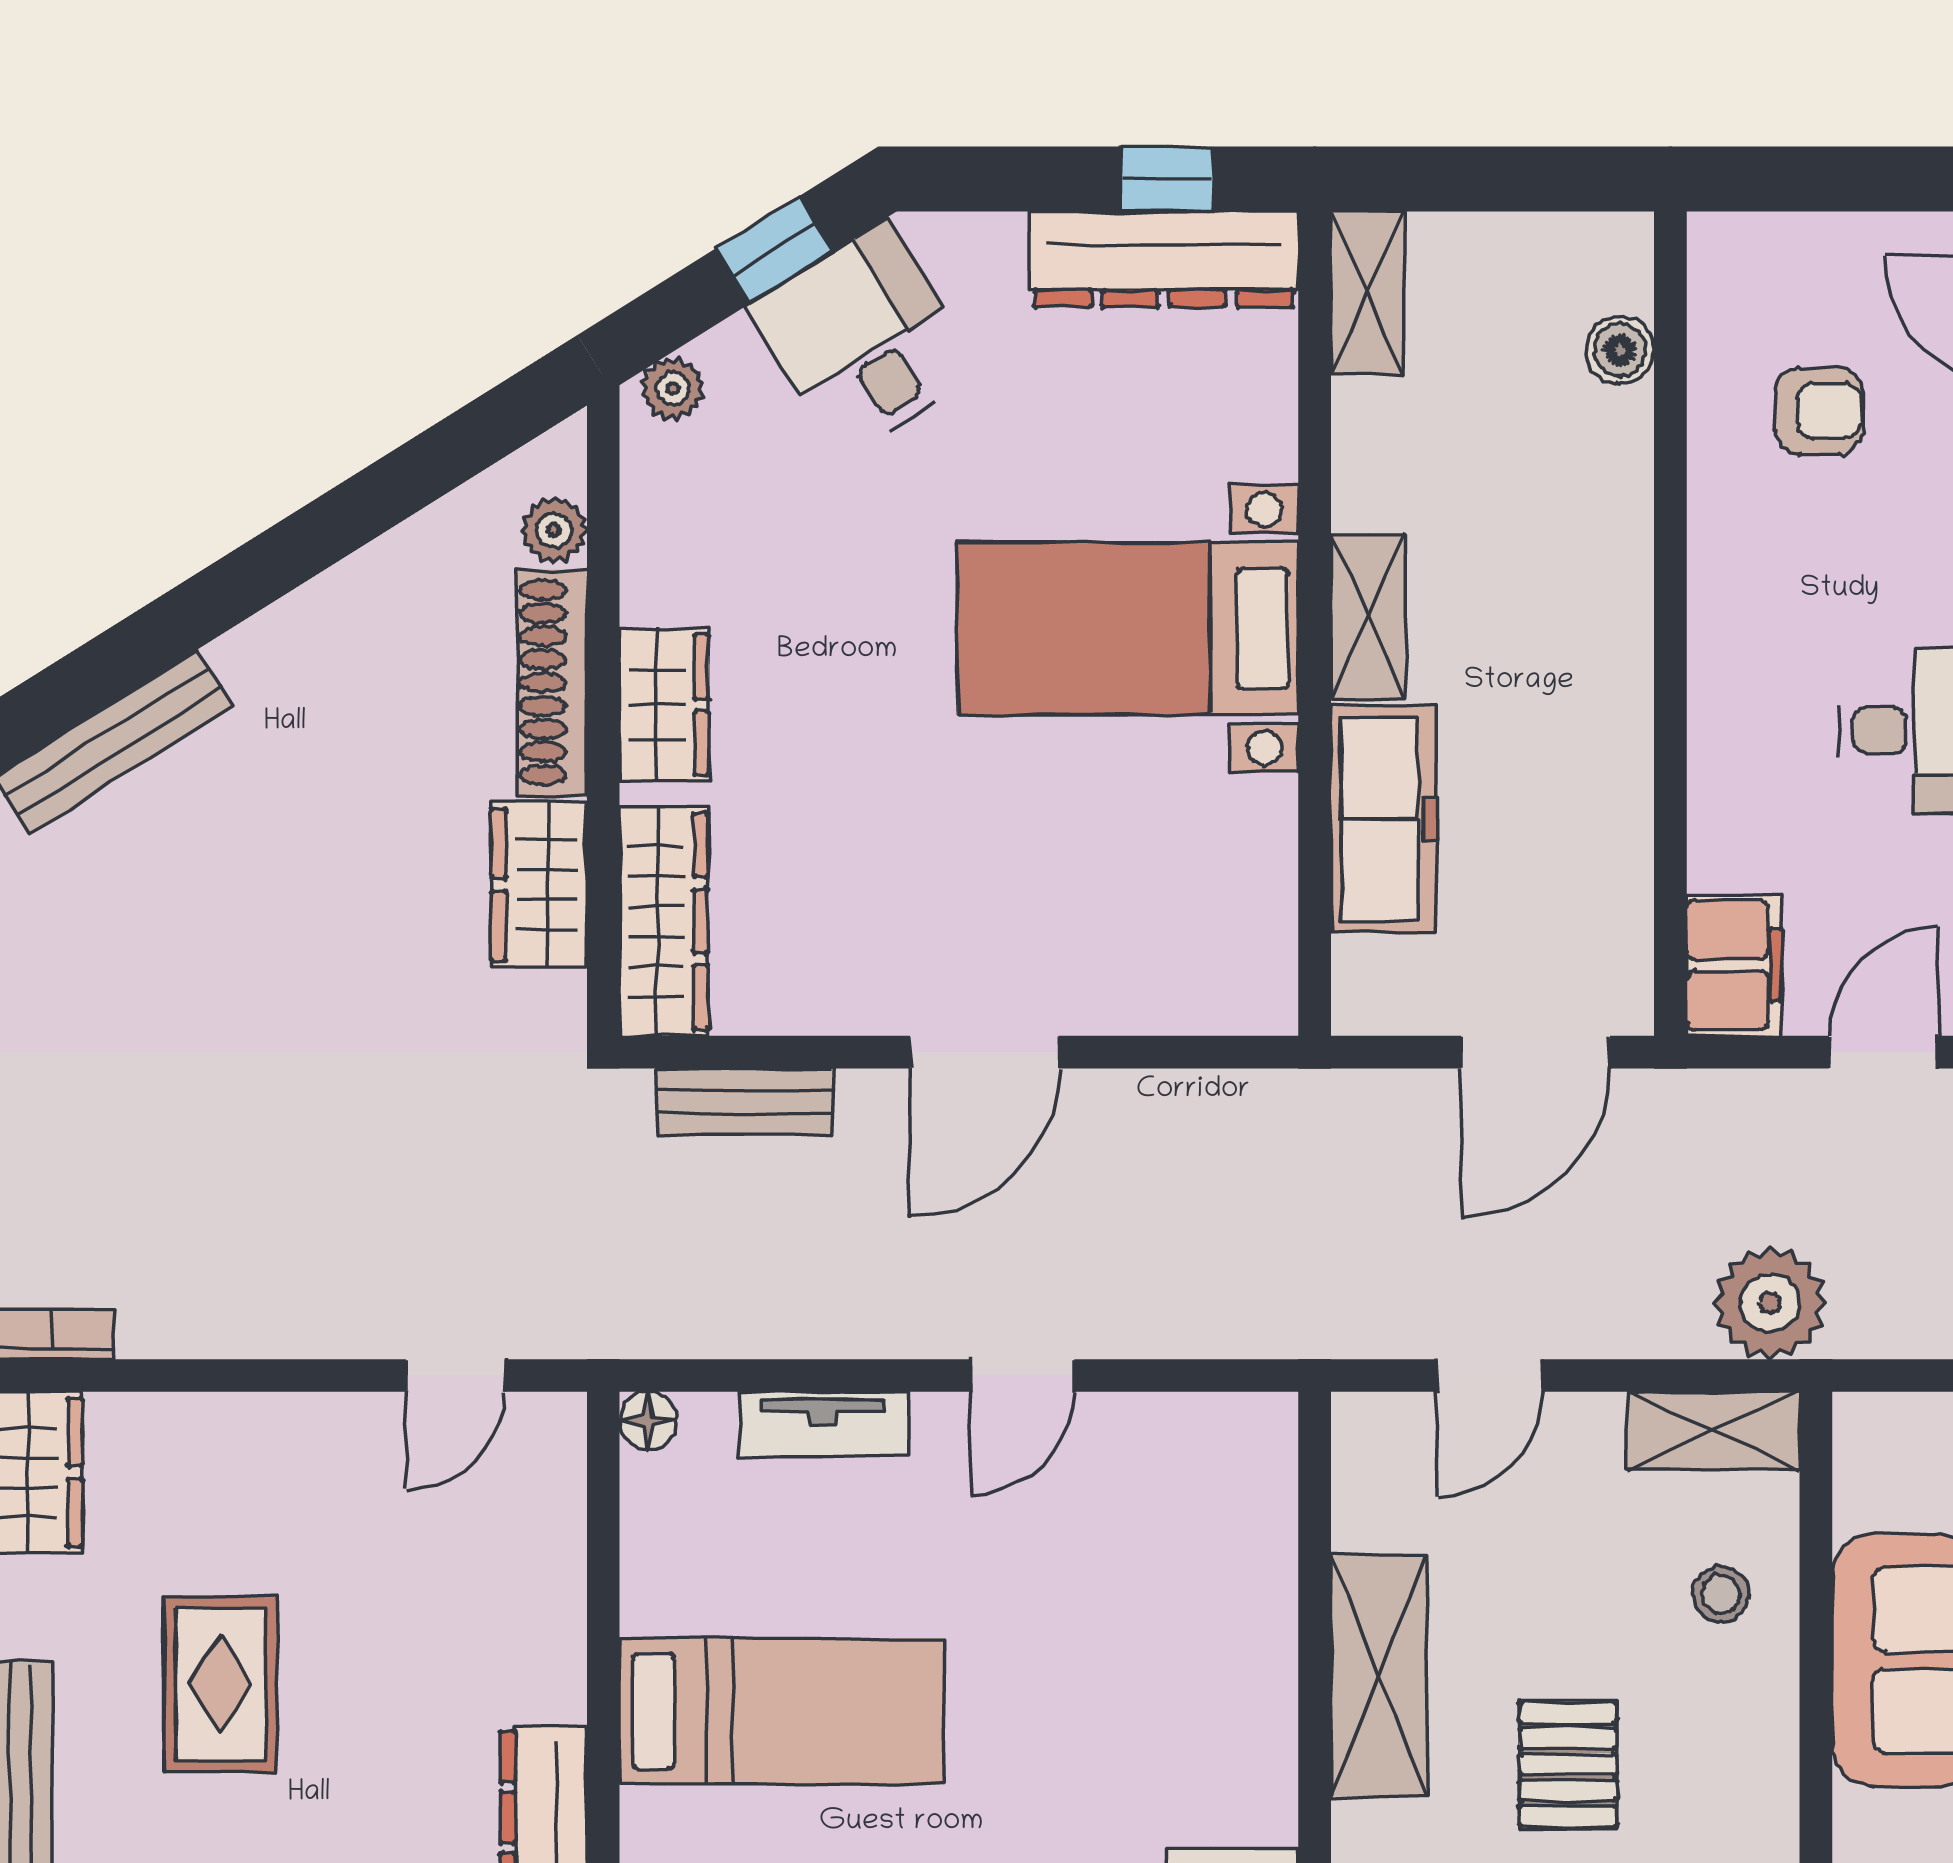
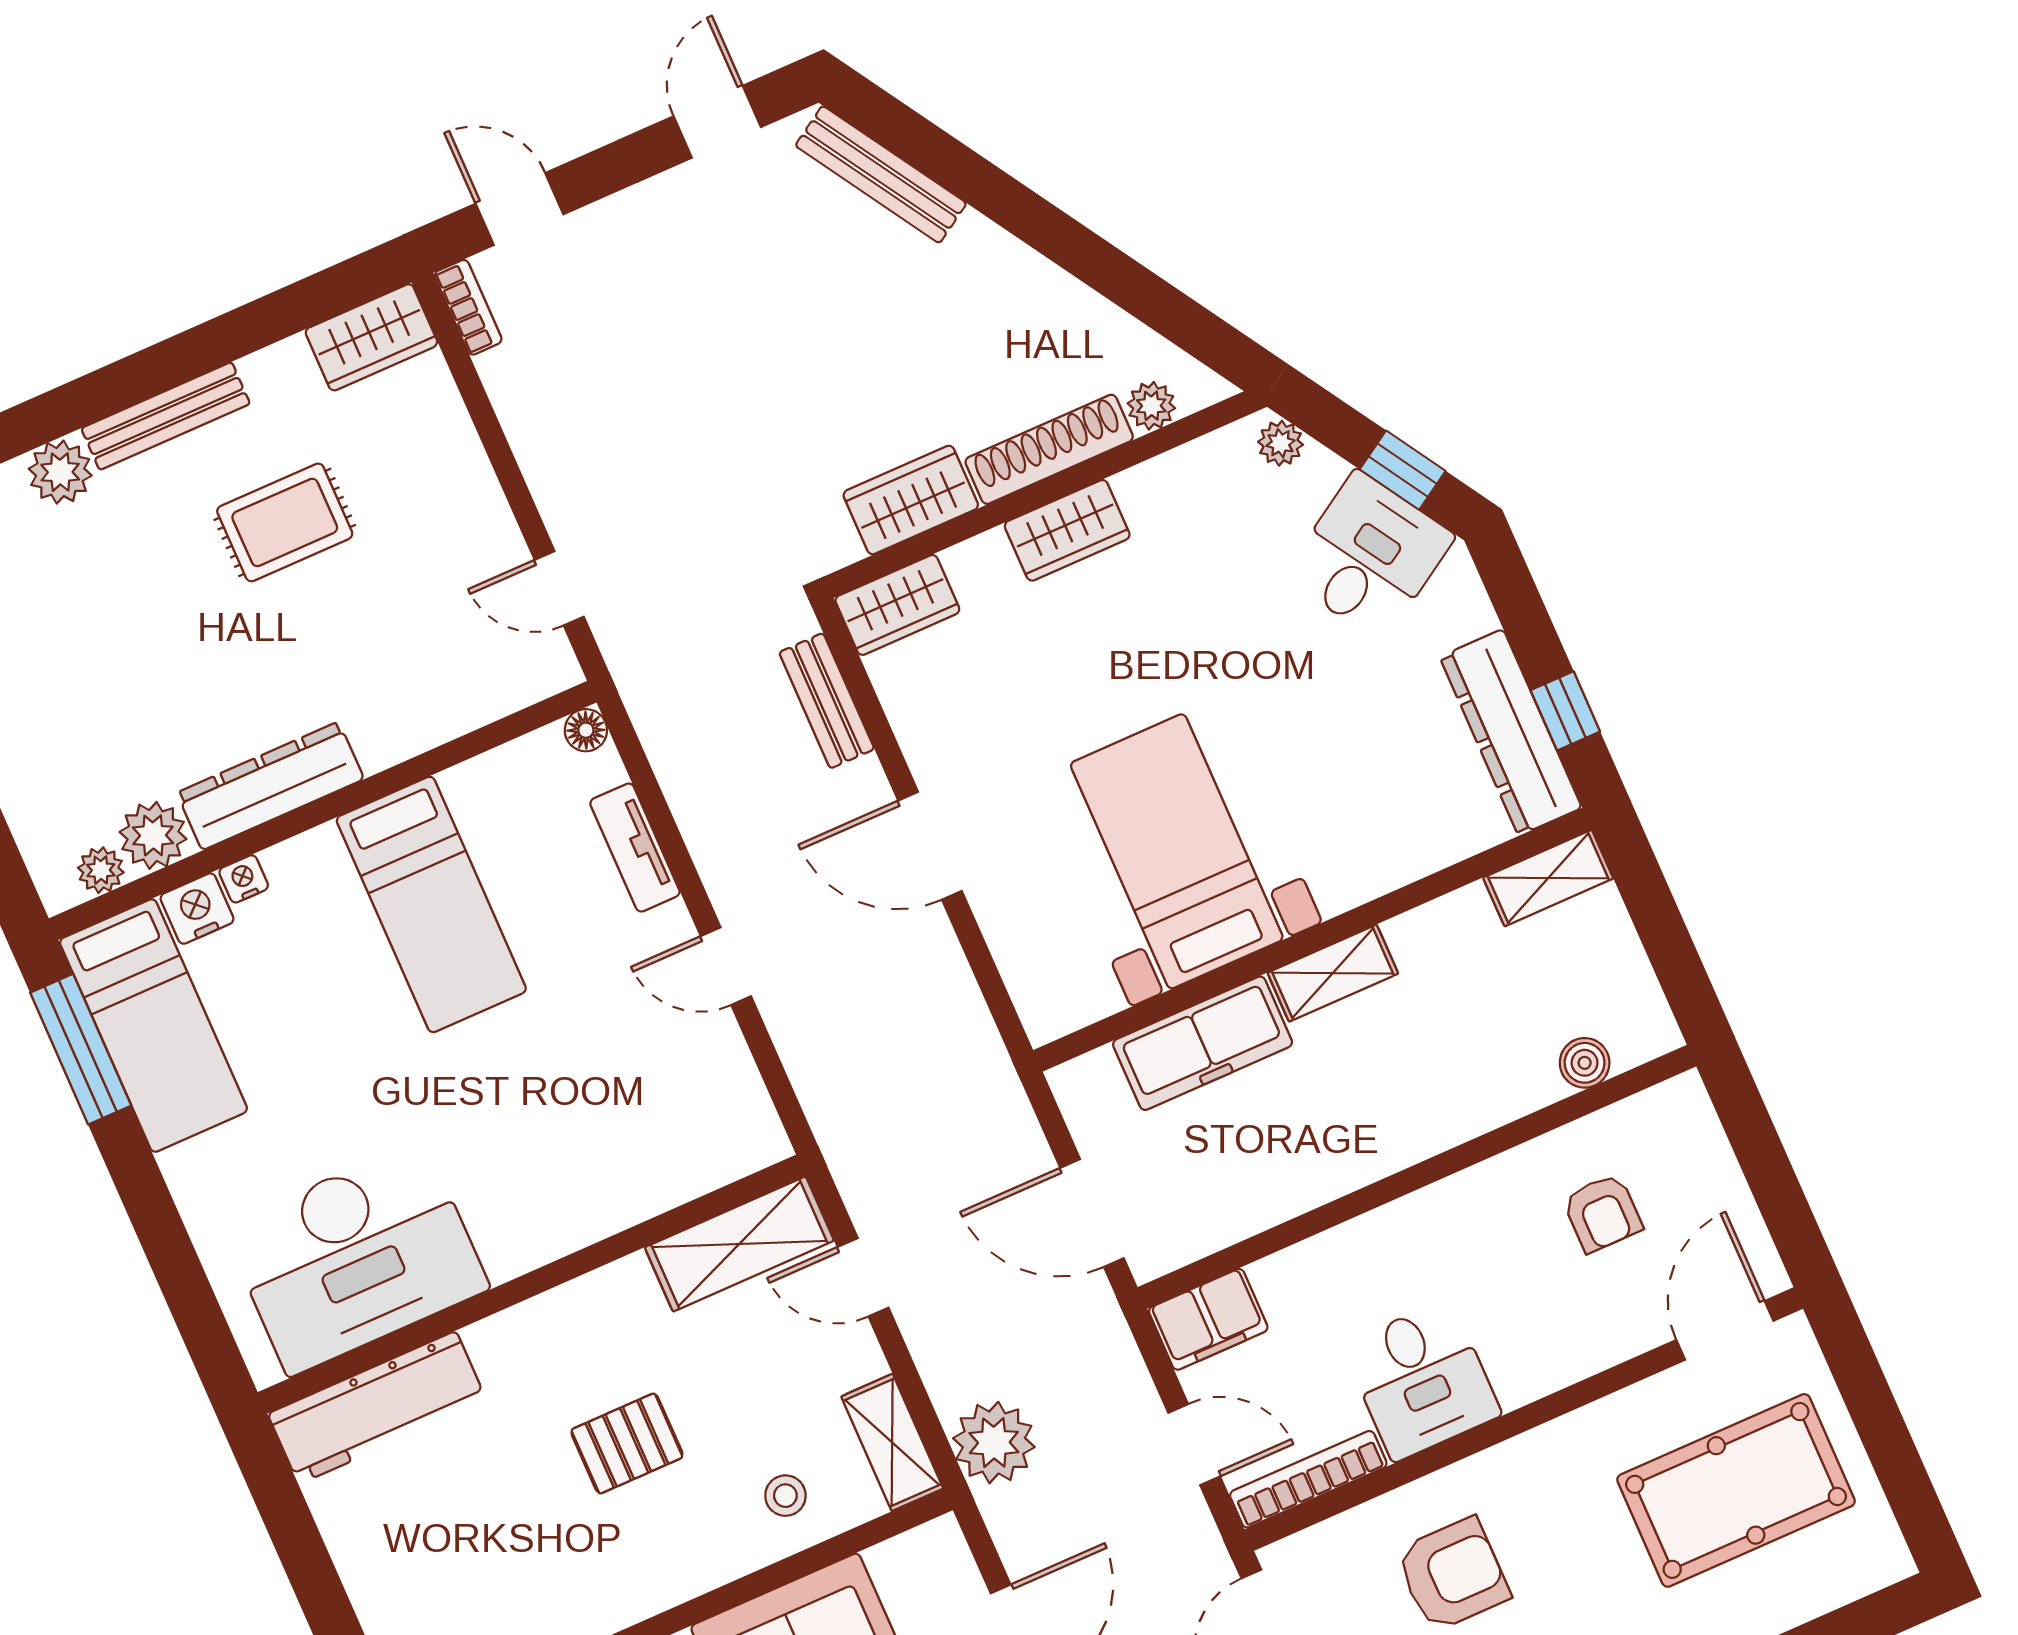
bed with nightstands: (1128, 628) -> (1177, 851), moved
wardrobe: (664, 922) -> (897, 605), width x0.67
shelving: (1379, 1676) -> (739, 1244), moved

